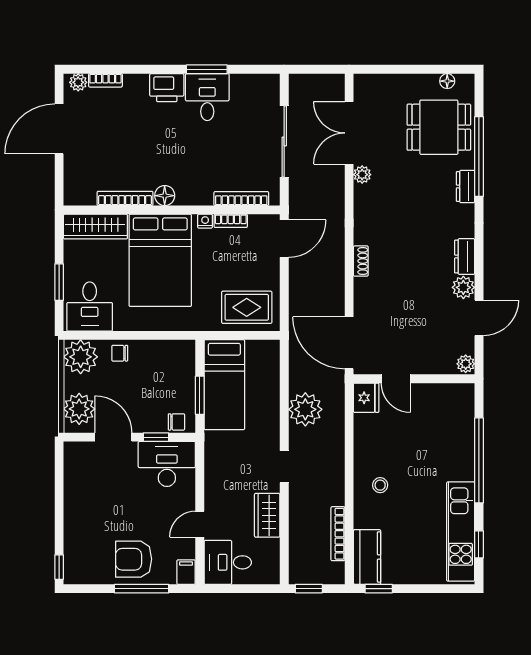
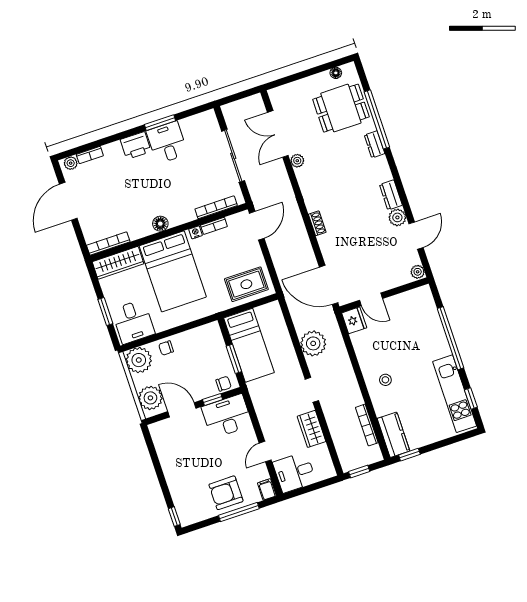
bookcase: (125, 198) -> (108, 243), moved

